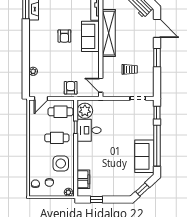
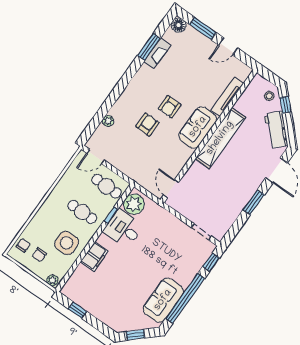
trolley: (130, 69) -> (215, 194), removed
armchair: (71, 88) -> (147, 124), moved
filing cabinet: (83, 179) -> (94, 256), moved

